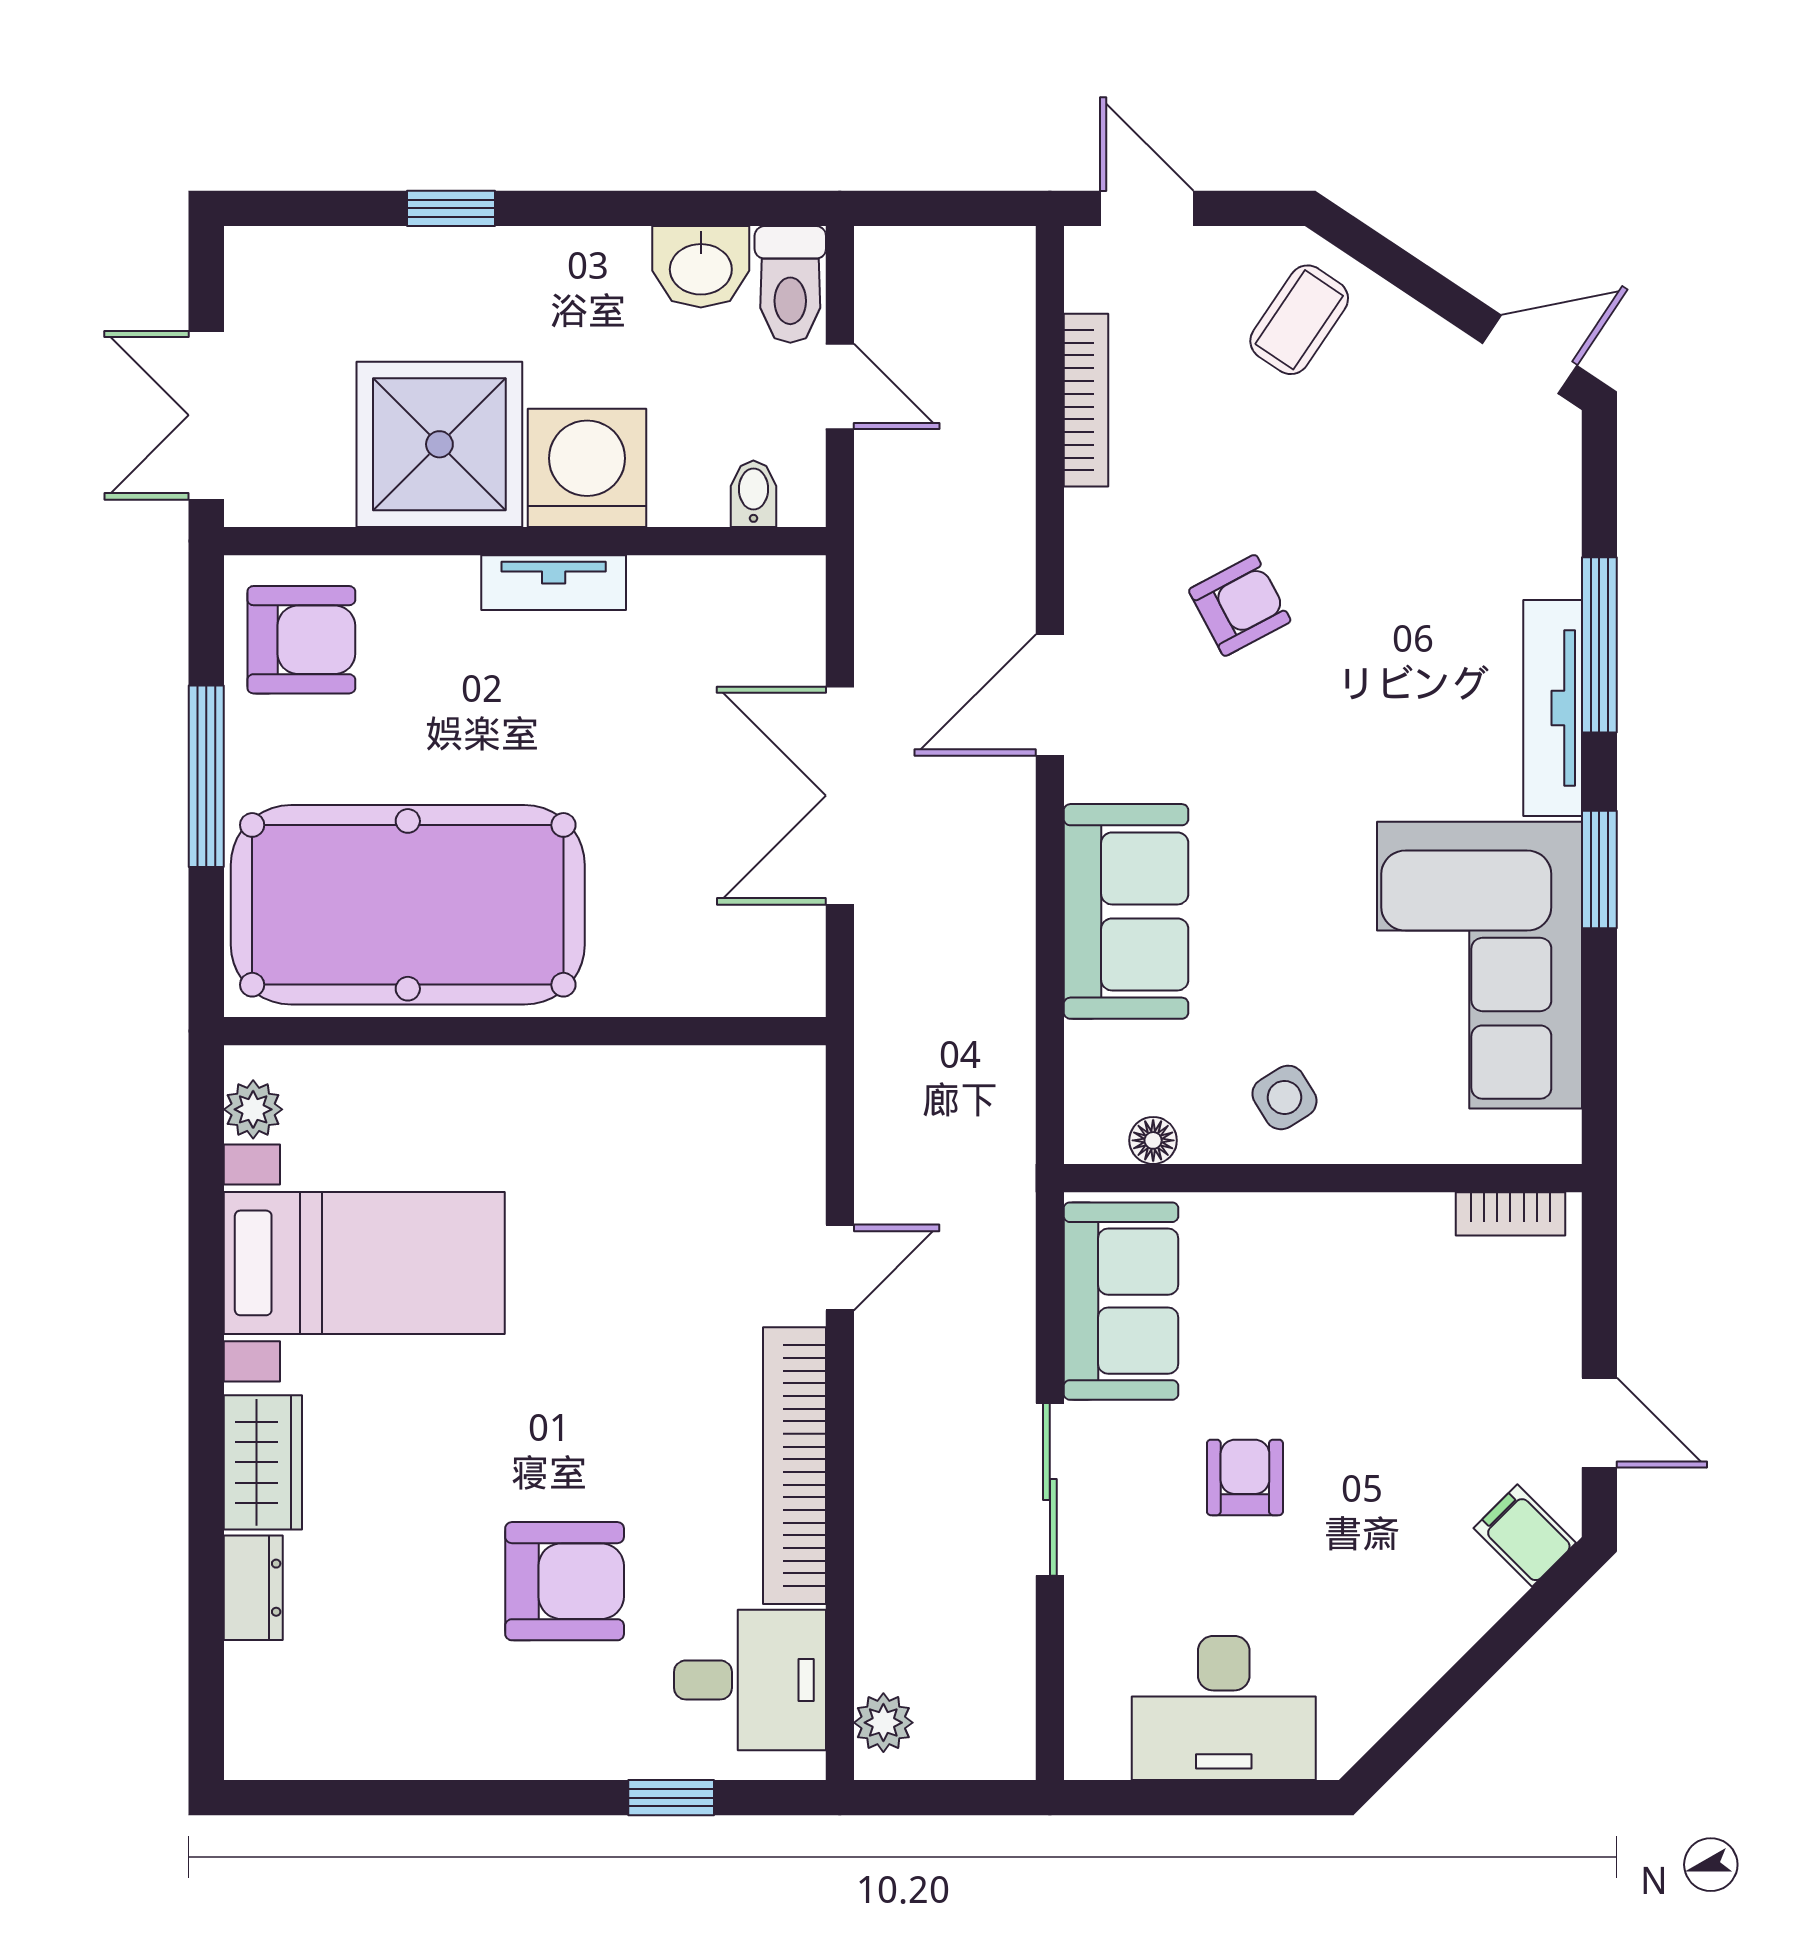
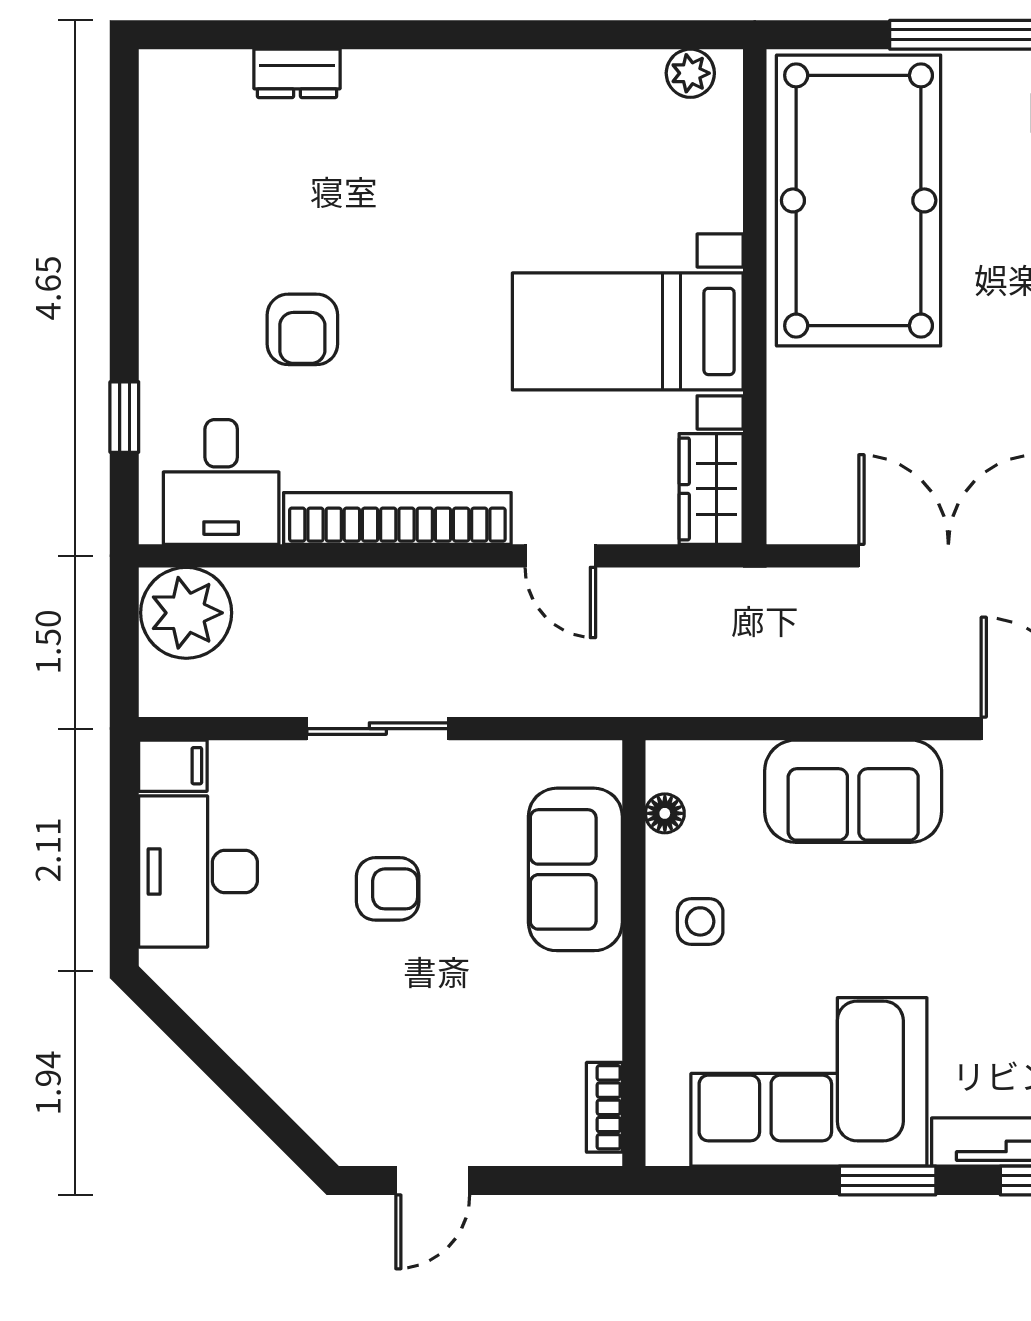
side table: (1284, 1097) -> (700, 921), turned 32
bed with nightstands: (364, 1263) -> (628, 331), moved, turned 90
sofa: (1121, 1301) -> (575, 869), moved, turned 90
wardrobe: (263, 1462) -> (711, 489), moved, turned 90
filing cabinet: (1525, 1536) -> (173, 766), moved, turned 45
armchair: (565, 1581) -> (302, 329), width x0.72, depth x0.72
plant: (883, 1723) -> (186, 613), width x1.88, depth x1.88

